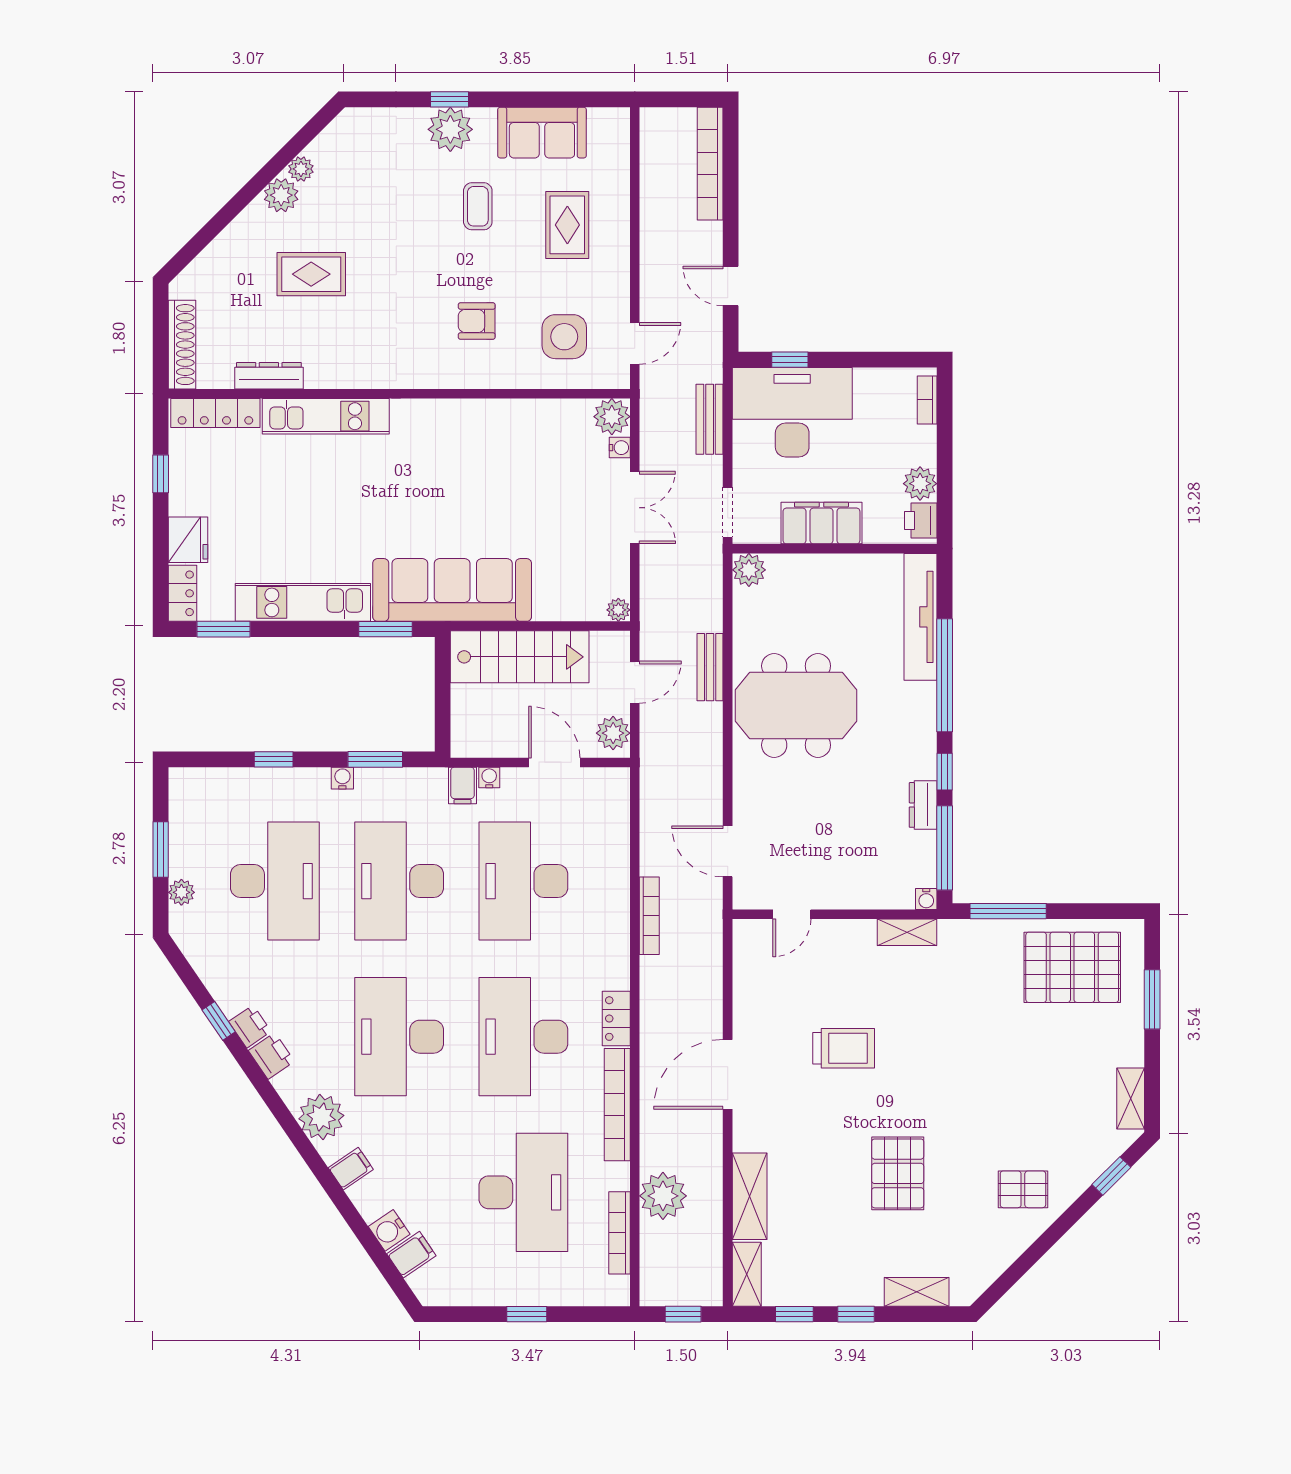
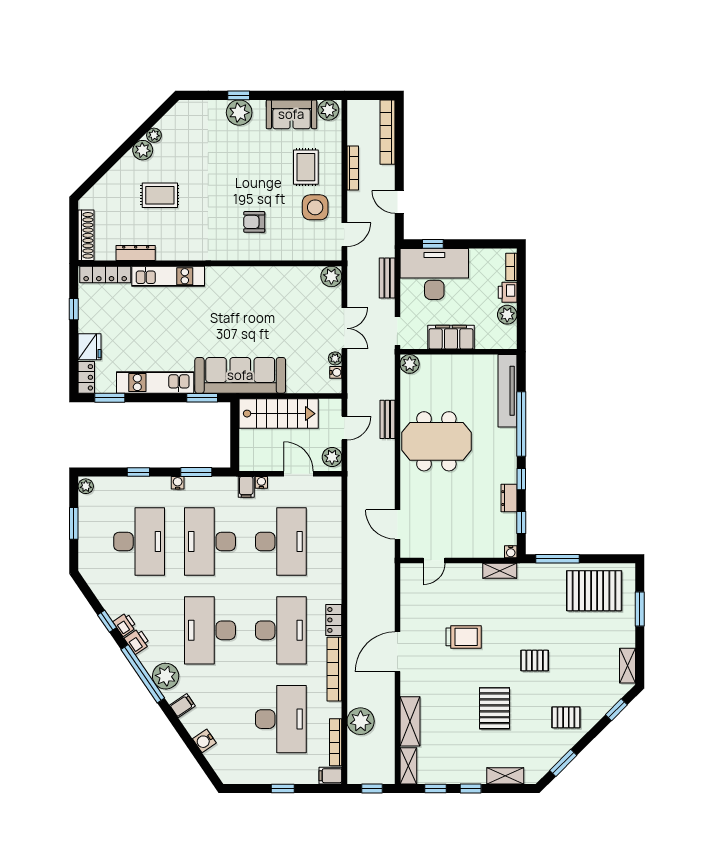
plant: (607, 125) -> (328, 110), added
coffee table: (478, 206) -> (255, 156), removed
side table: (564, 337) -> (315, 207), moved
water cooler: (620, 448) -> (336, 372), moved
printer: (921, 520) -> (508, 292), moved
plant: (618, 610) -> (335, 358), moved
window: (945, 848) -> (521, 523), width x0.46
desk: (523, 881) -> (281, 541), turned 180
plant: (181, 892) -> (86, 486), moved
bookcase: (649, 916) -> (353, 168), moved
desk: (523, 1037) -> (281, 630), turned 180
pallet: (968, 1090) -> (535, 661), added
window: (281, 1113) -> (143, 674), added
filing cabinet: (411, 1255) -> (330, 776), moved, turned -146
window: (1018, 1269) -> (563, 763), added

